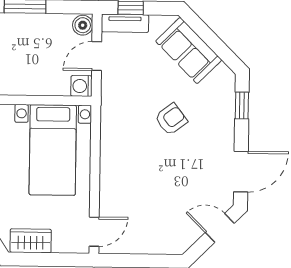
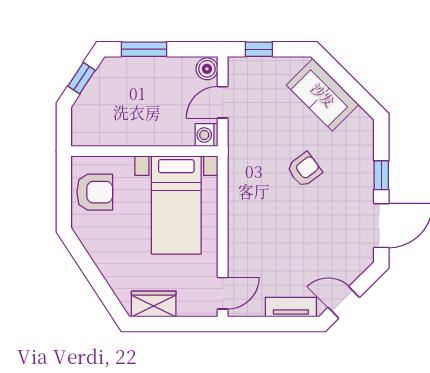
tv unit: (125, 23) -> (291, 307), moved, turned 180
window: (242, 106) -> (381, 175), moved
door: (220, 228) -> (344, 302), moved

